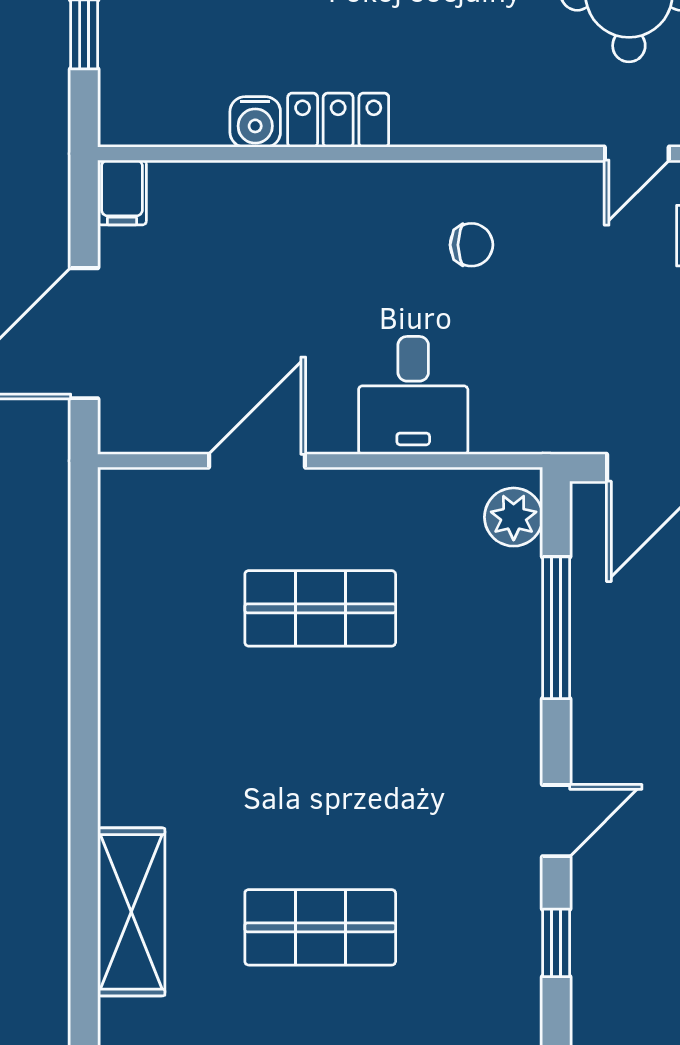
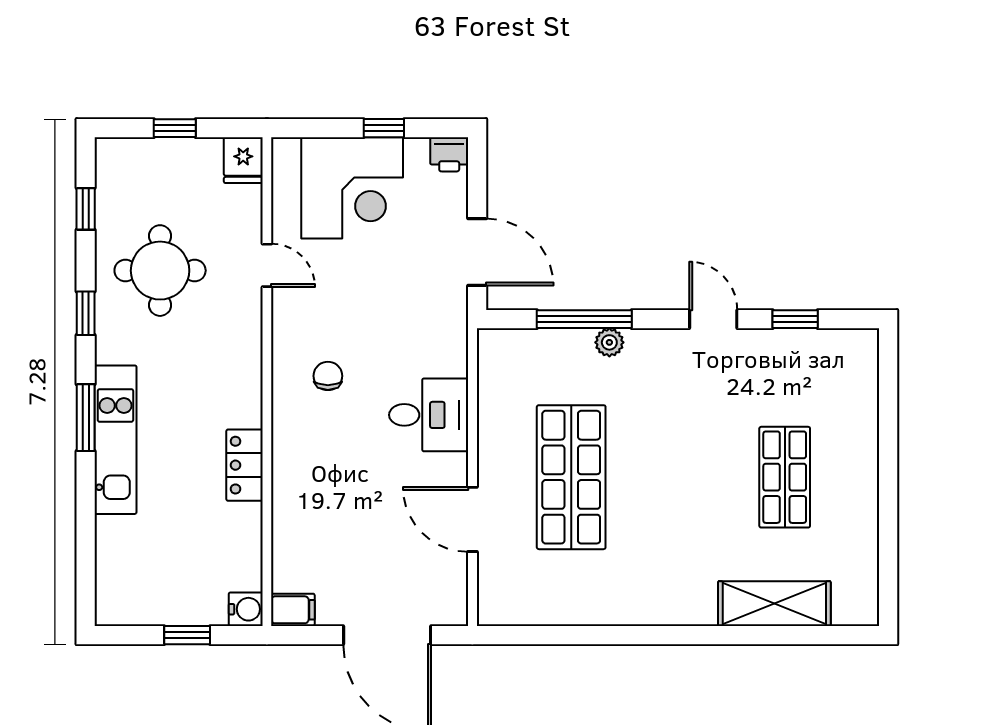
water cooler: (255, 122) -> (246, 609), moved
plant: (514, 517) -> (609, 342), moved, width x0.73, depth x0.73
shop shelf: (320, 608) -> (571, 477), width x1.43, depth x1.36

